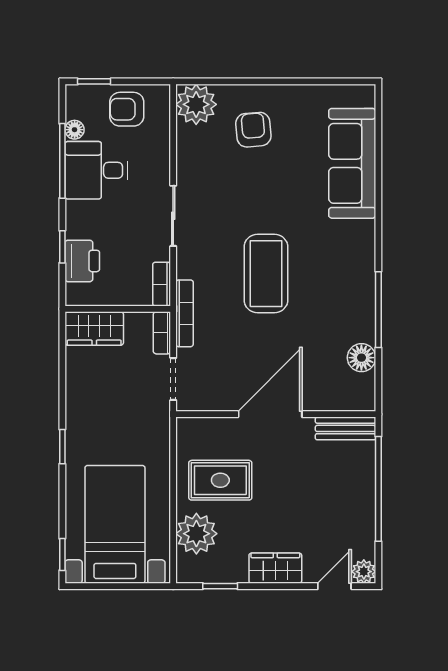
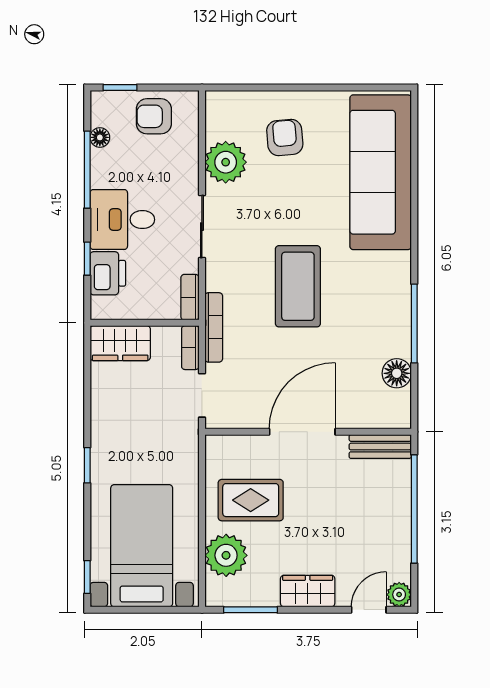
plant: (196, 104) -> (226, 162), moved
sofa: (352, 163) -> (381, 172), width x1.36, depth x1.27
desk: (96, 170) -> (122, 220), moved
window: (220, 586) -> (251, 610), width x1.50

